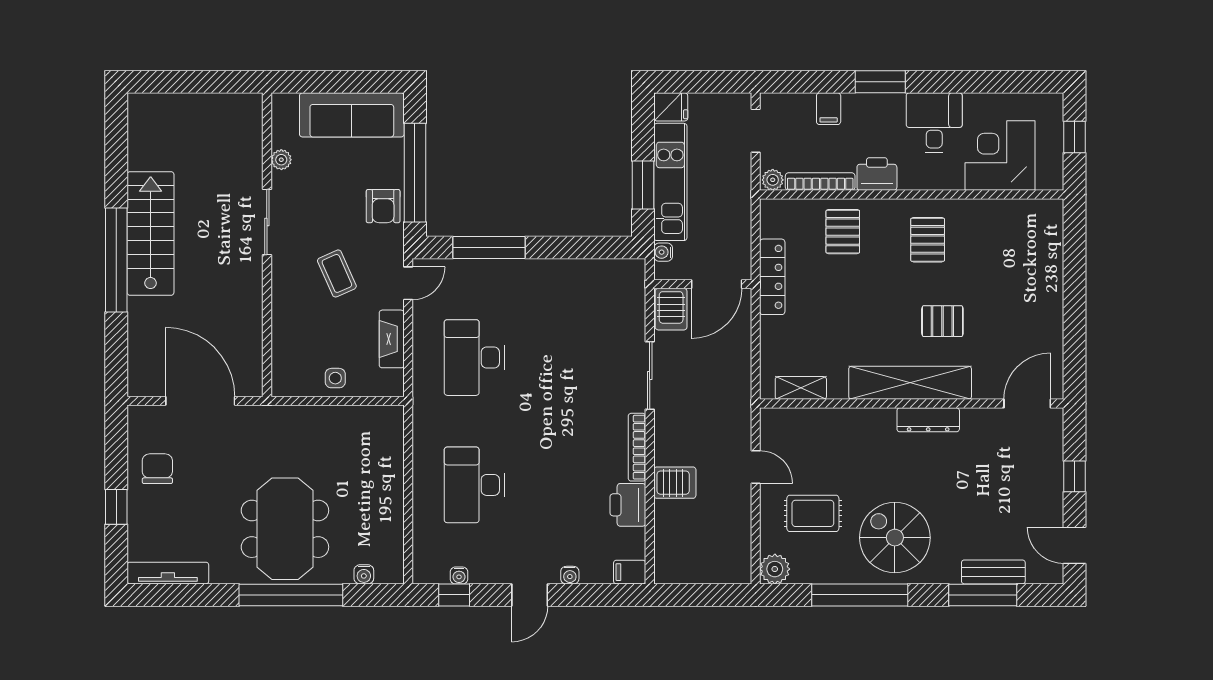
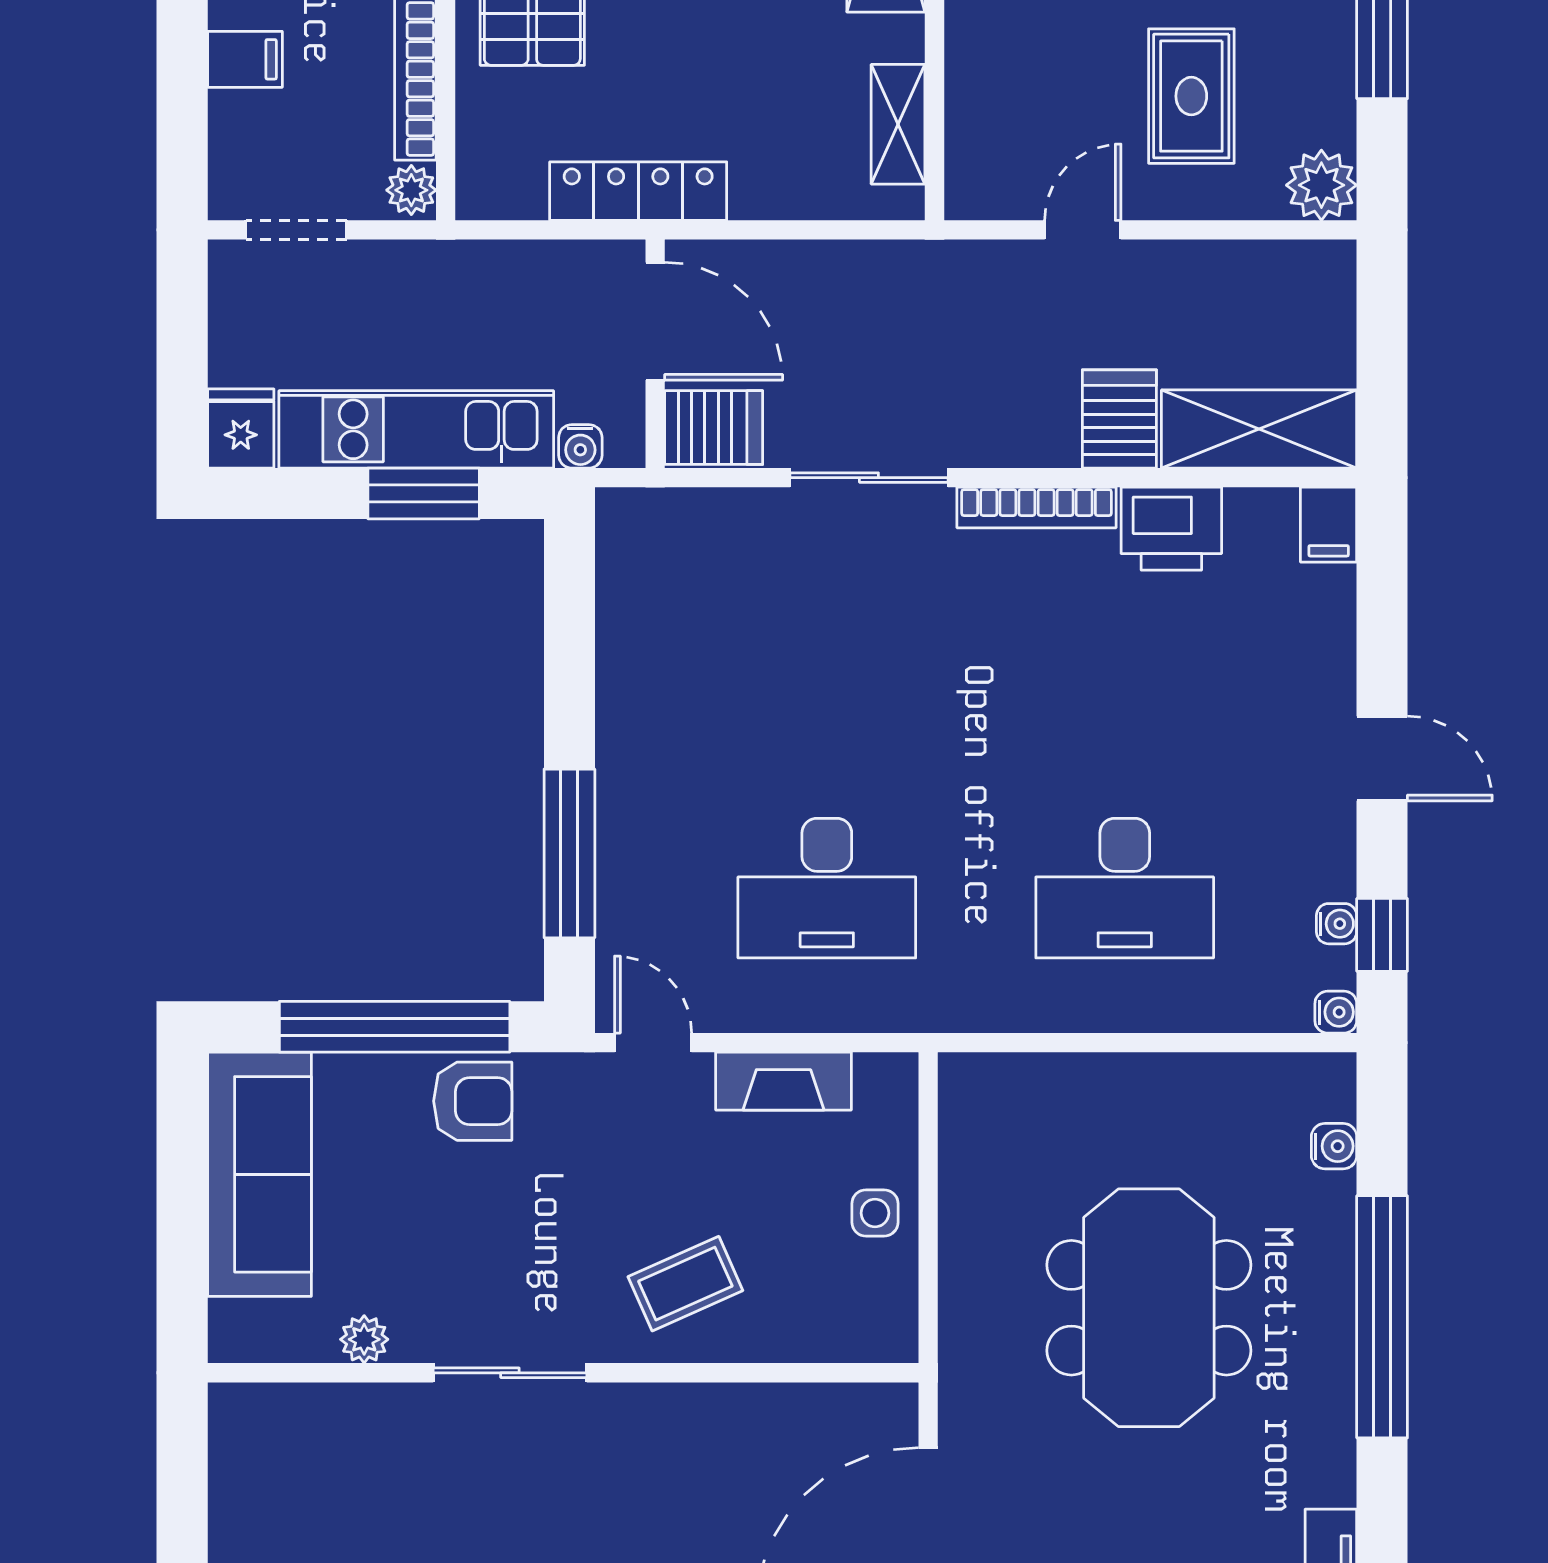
coffee table: (337, 273) -> (685, 1284), moved
meeting table: (285, 529) -> (1149, 1308), moved, turned 90
shelving: (671, 542) -> (1259, 429), added
water cooler: (570, 575) -> (1336, 1012), moved

